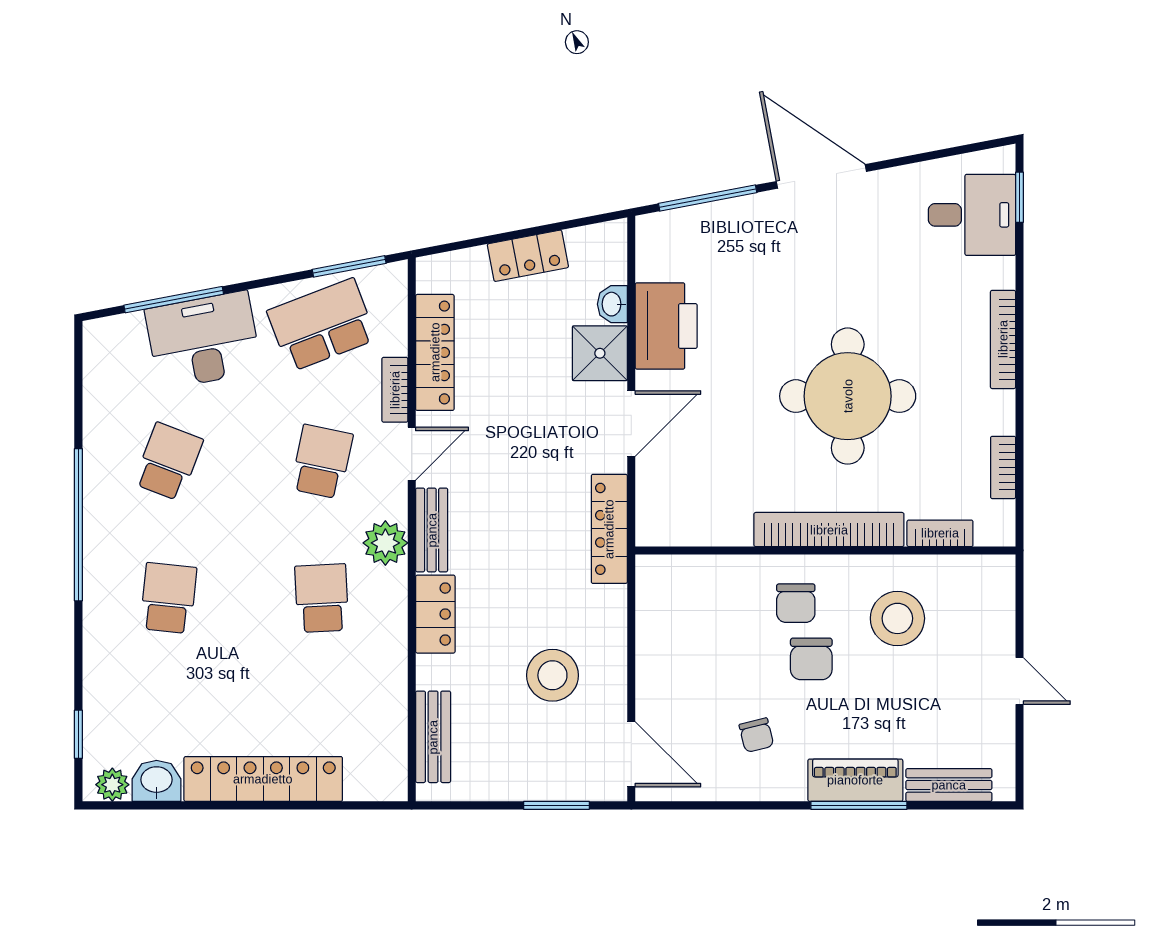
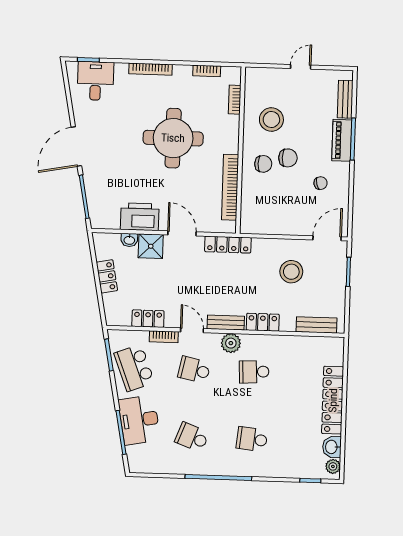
locker: (435, 352) -> (148, 319), width x0.66
bookcase: (829, 530) -> (230, 187), moved

